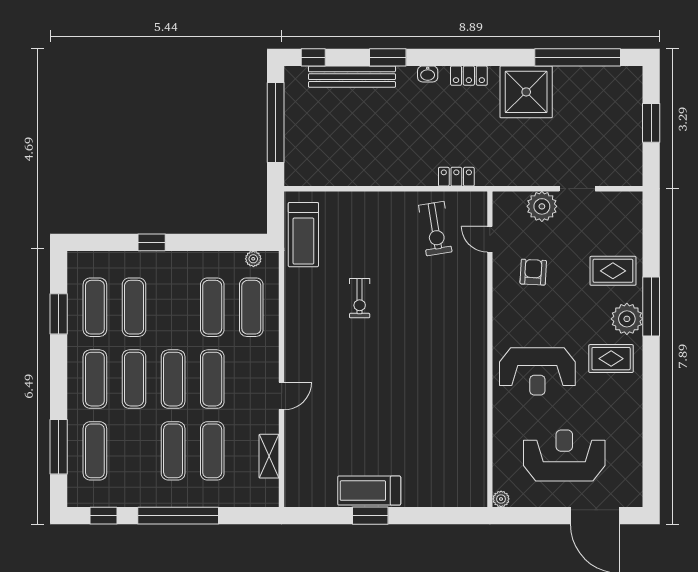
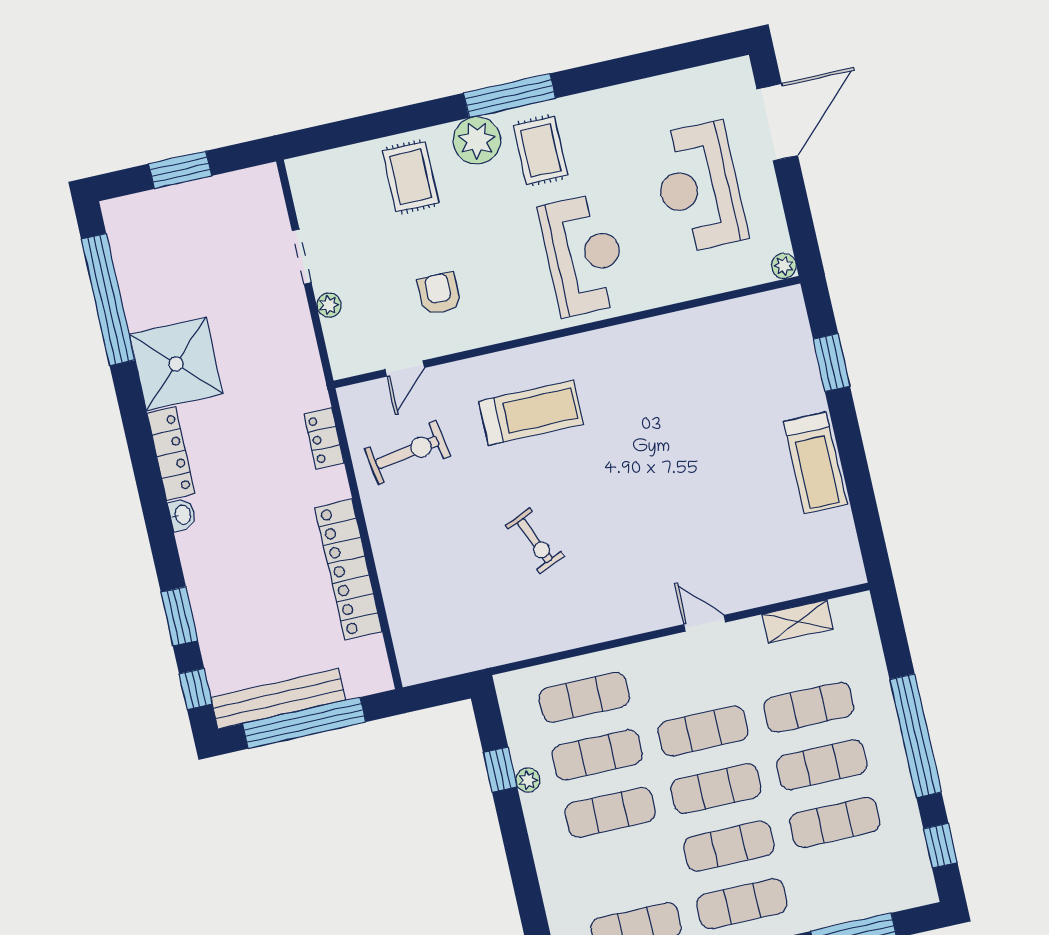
window: (388, 57) -> (179, 616), moved
locker: (469, 76) -> (171, 454), width x1.53
bench: (352, 77) -> (278, 699), moved, turned 90
locker: (368, 173) -> (349, 570), added
plant: (542, 206) -> (329, 305), width x0.53, depth x0.53
treadmill: (303, 235) -> (531, 413), moved
window: (152, 242) -> (500, 770), moved
plant: (253, 259) -> (528, 780), moved
armchair: (533, 272) -> (439, 294), turned 87
exercise bike: (360, 298) -> (535, 541), turned 67
exercise mat: (134, 307) -> (610, 812), moved
window: (651, 307) -> (510, 96), moved
exercise mat: (95, 451) -> (835, 822), moved
window: (370, 516) -> (831, 363), moved

